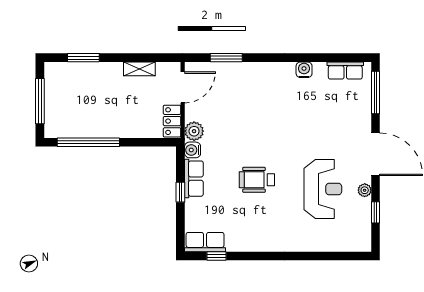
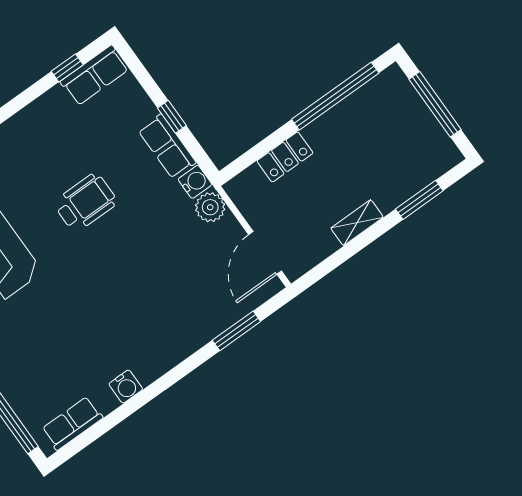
shelving: (139, 69) -> (357, 223), moved
locker: (172, 121) -> (285, 157), moved, turned 90

